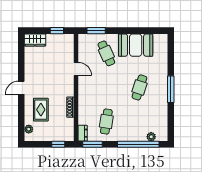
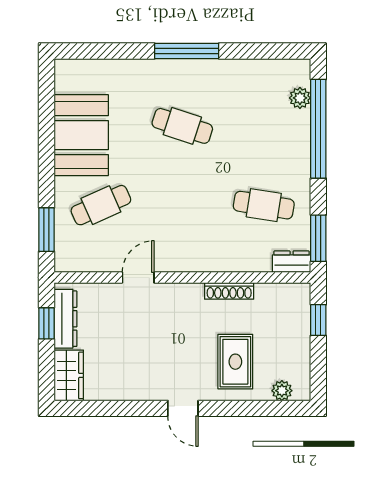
dresser: (59, 39) -> (65, 319), added
rug: (41, 110) -> (235, 362), turned 90

